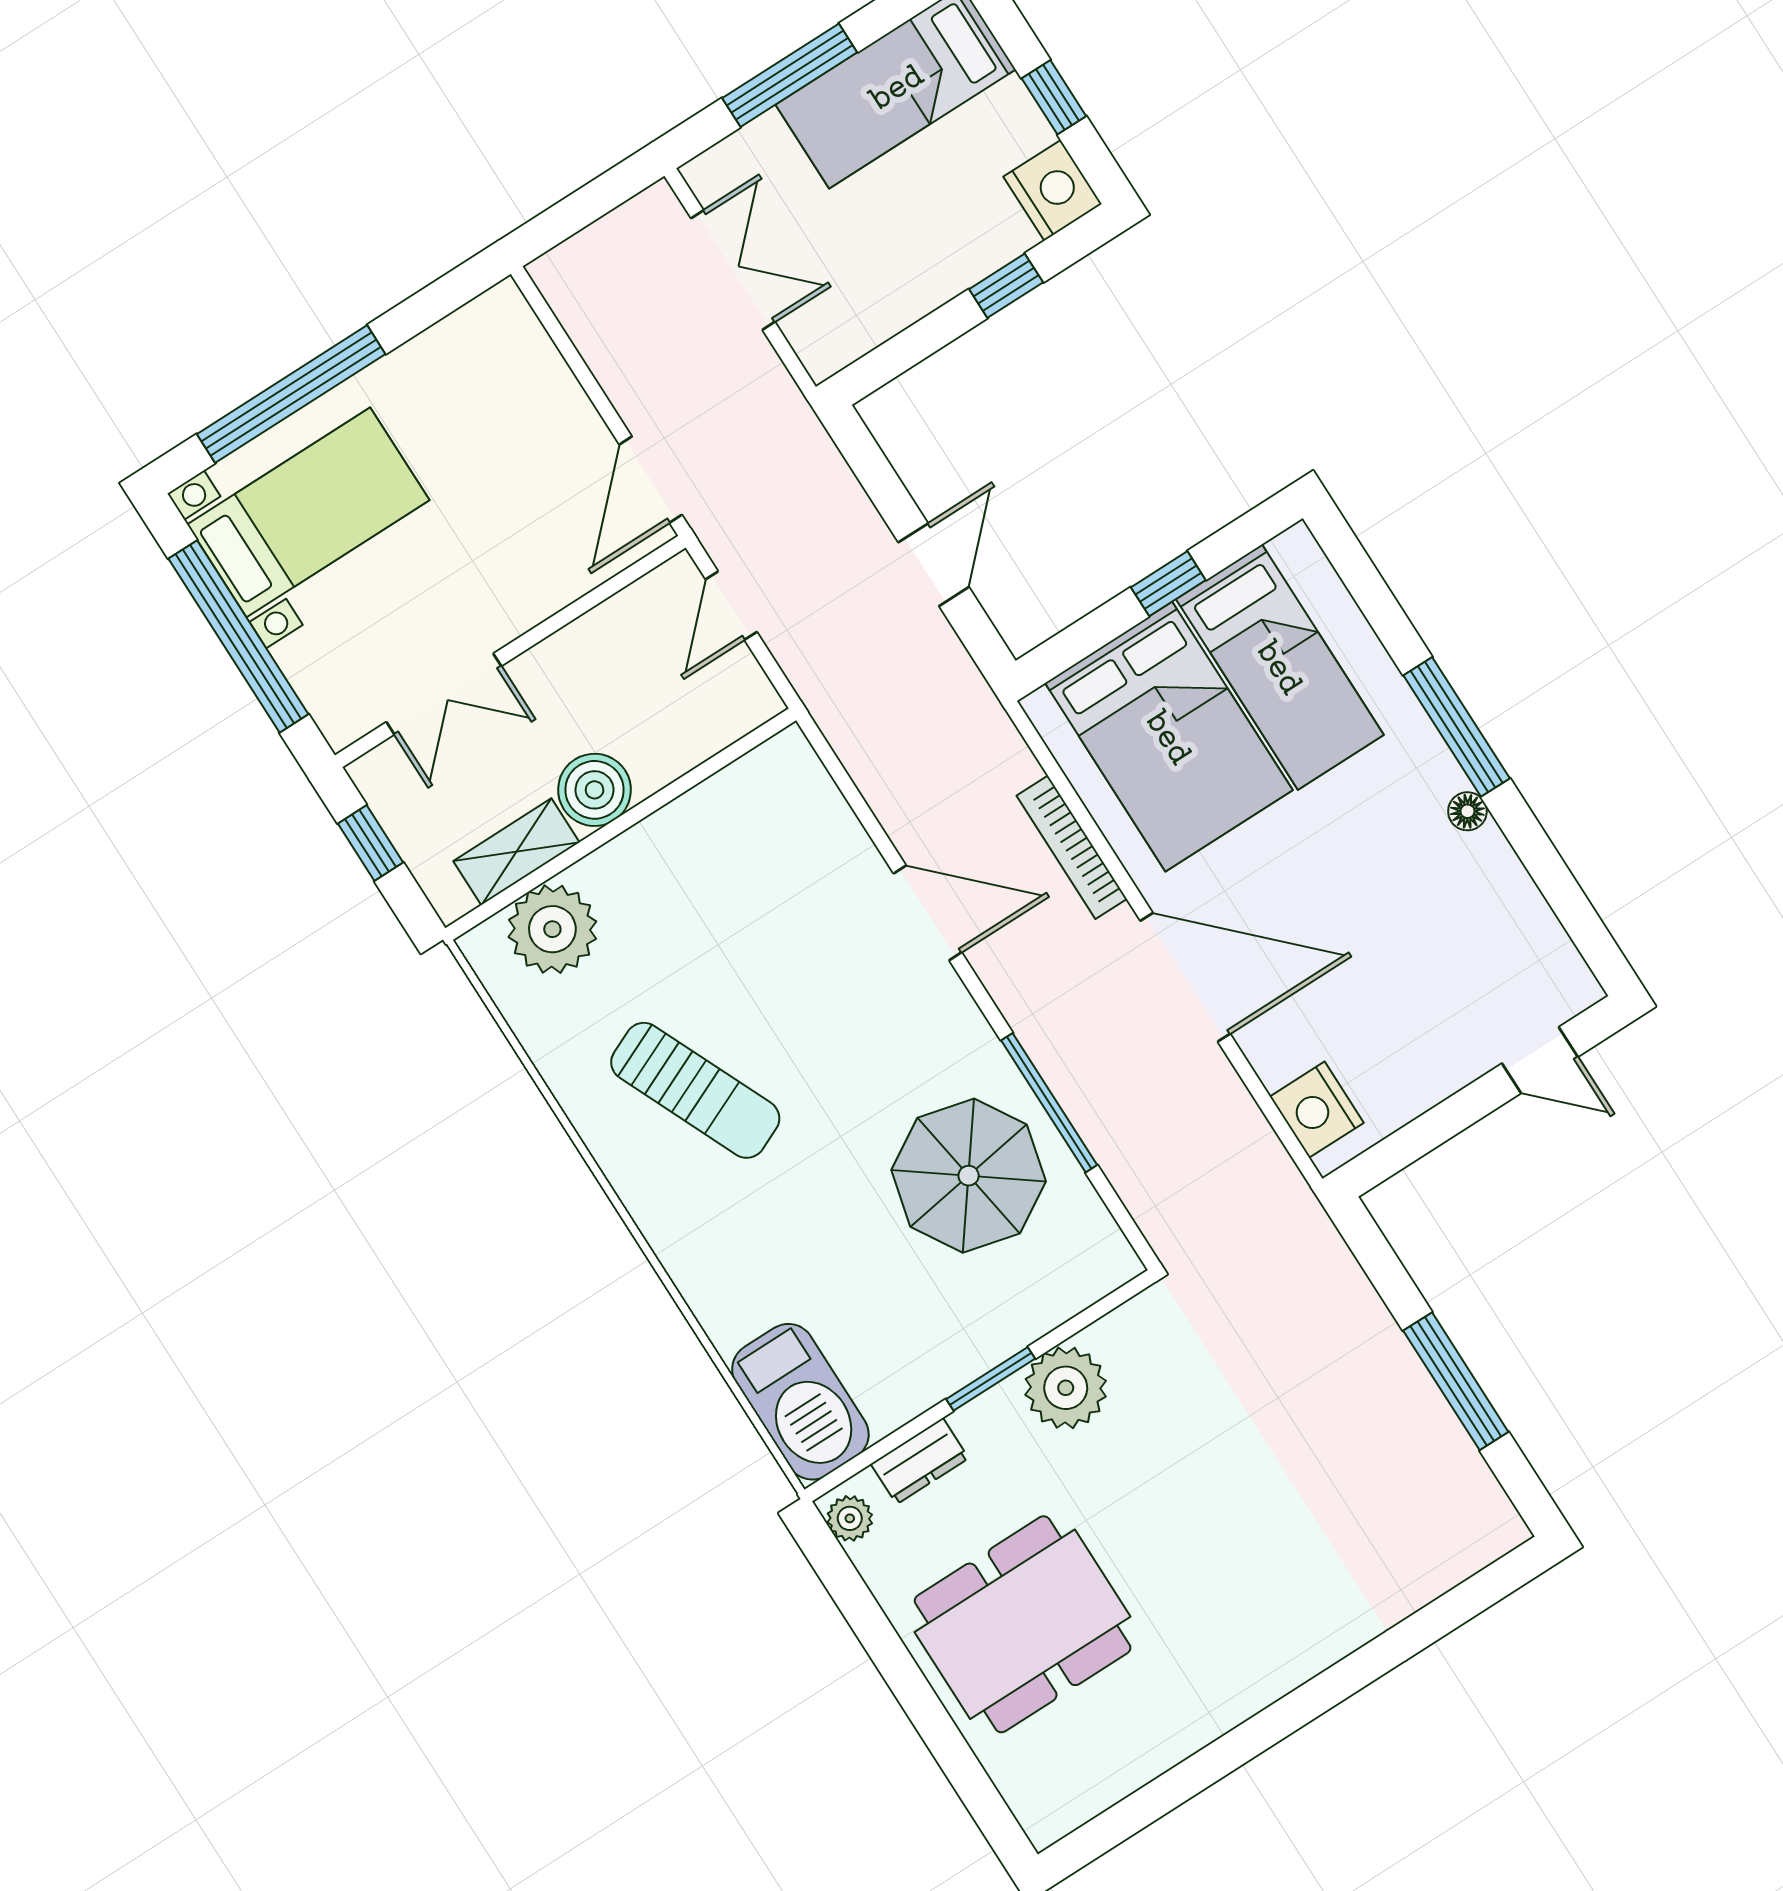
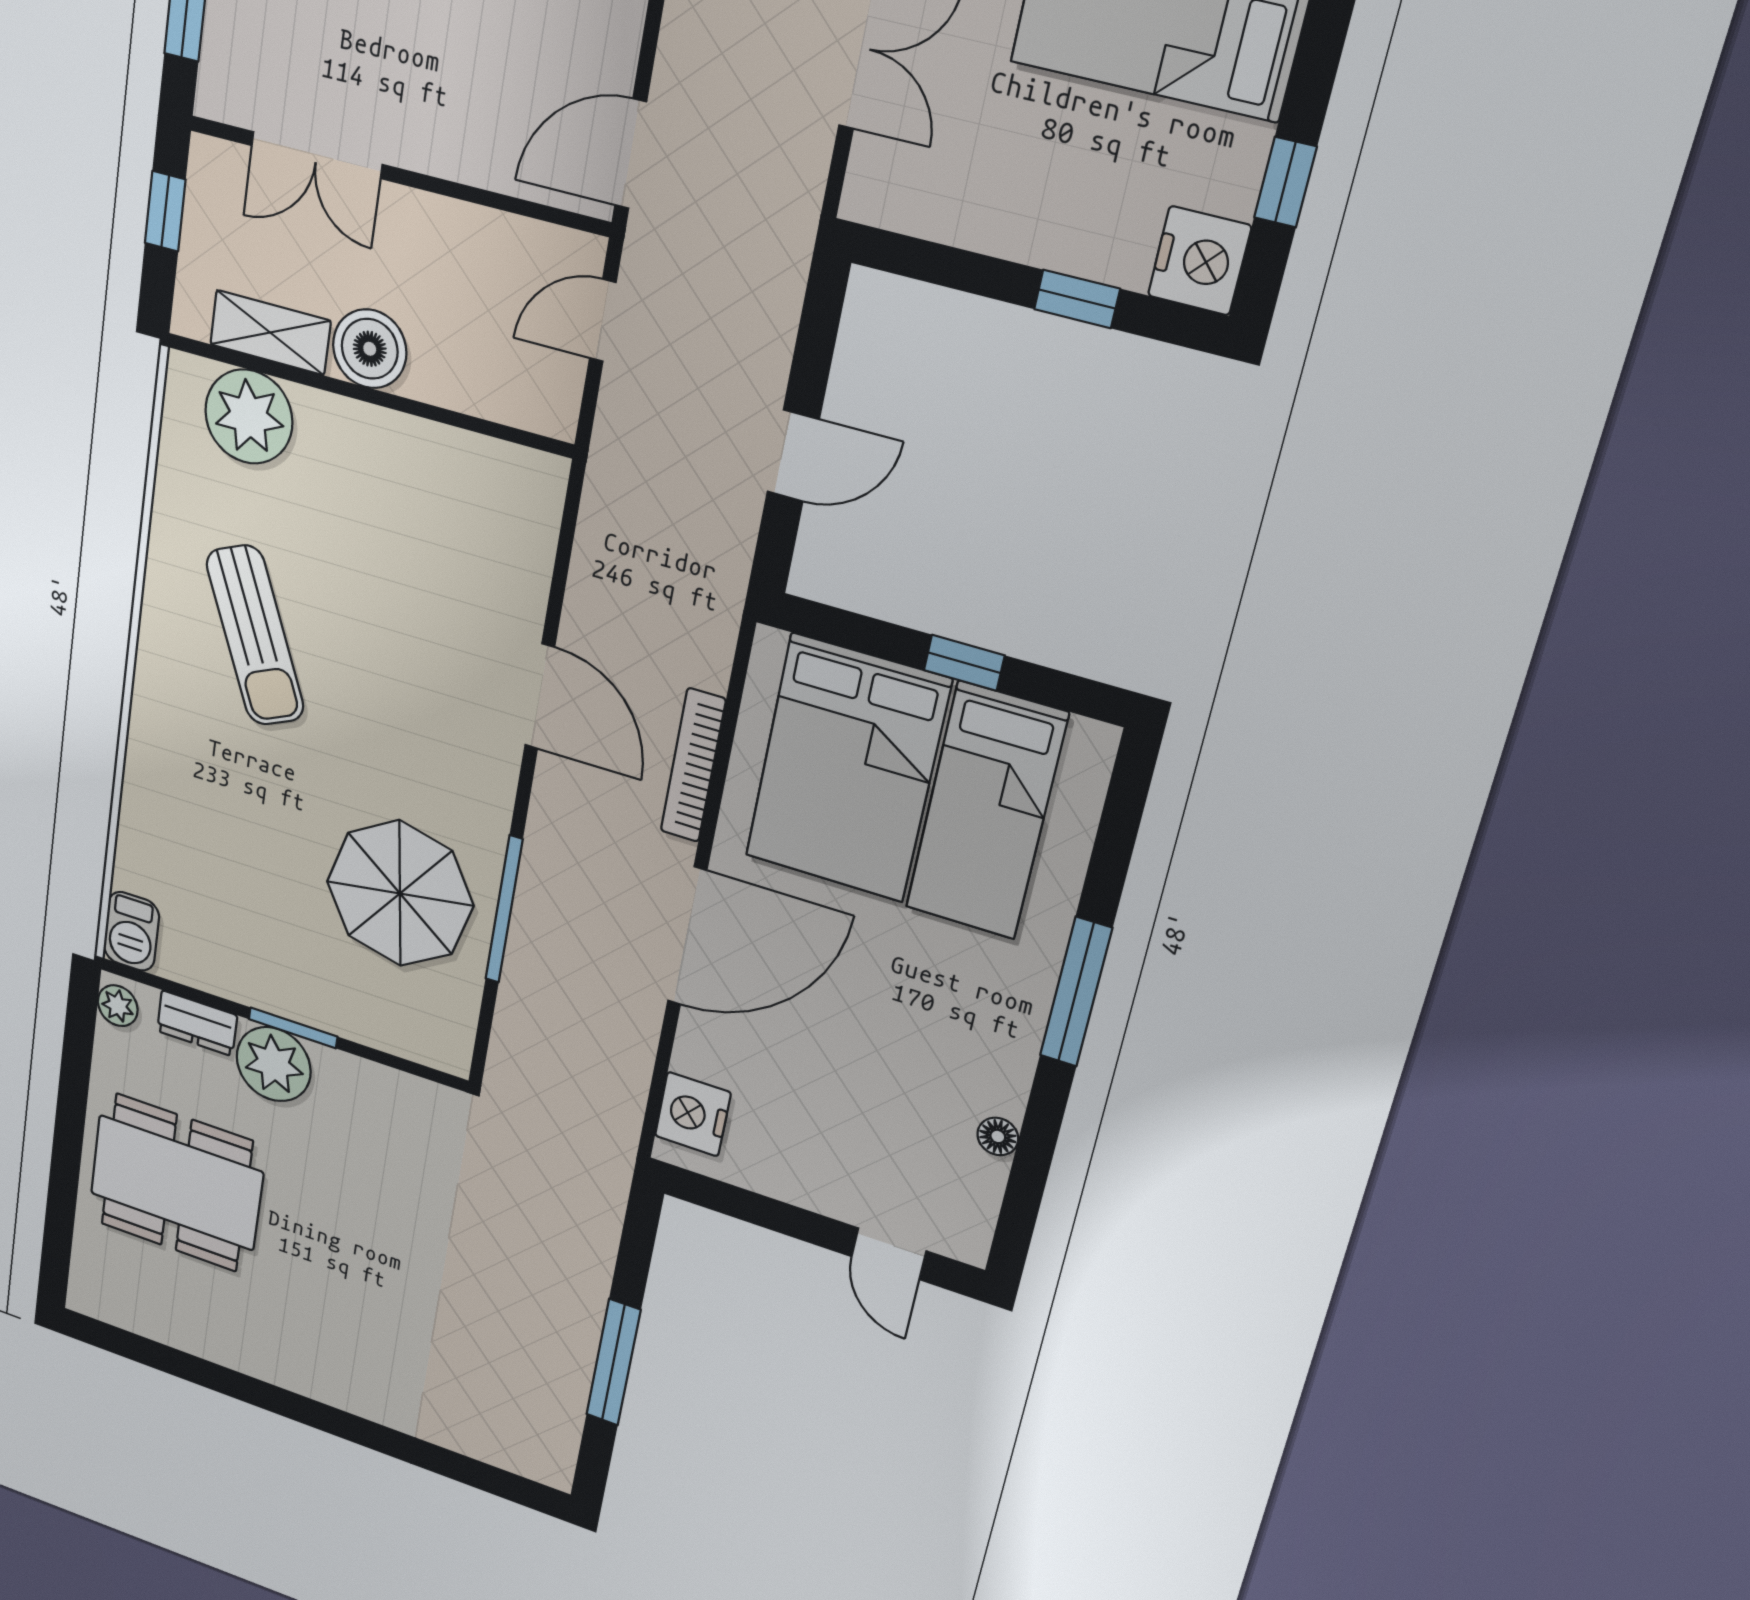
floor lamp: (1467, 811) -> (998, 1136), moved
door: (1185, 977) -> (687, 936), hinge flipped
plant: (1066, 1388) -> (274, 1064), moved
barbecue: (800, 1402) -> (131, 931), width x0.53, depth x0.65

